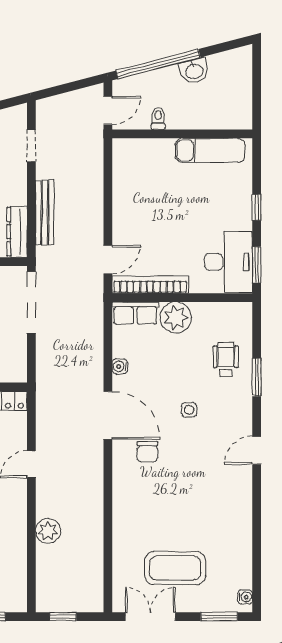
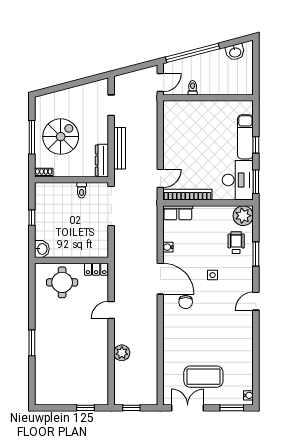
washbasin: (194, 71) -> (235, 52), moved
exam couch: (210, 150) -> (245, 137), moved, turned 90
plant: (176, 317) -> (243, 216), moved

